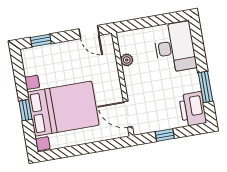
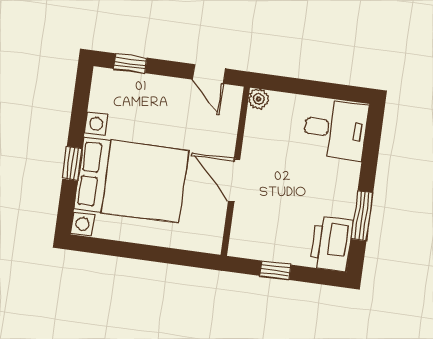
desk: (175, 47) -> (335, 129), width x0.73
plant: (127, 60) -> (259, 99), moved
door: (128, 114) -> (234, 180), moved

